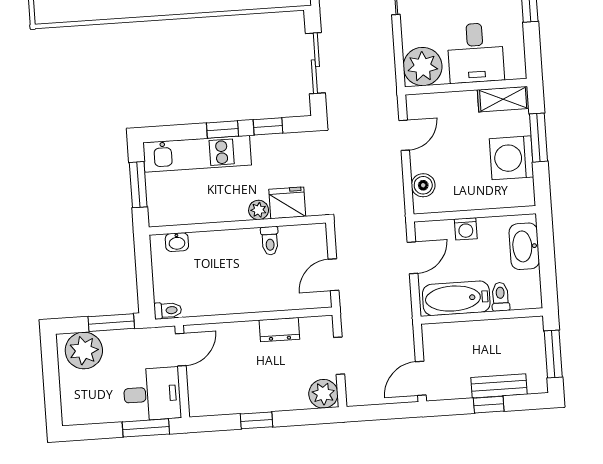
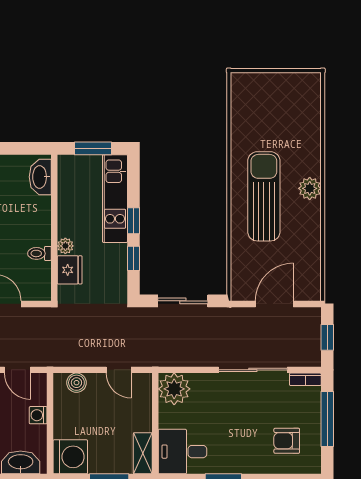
desk: (476, 53) -> (182, 452), moved
washing machine: (511, 158) -> (70, 457), moved, turned 90
washbasin: (177, 242) -> (40, 177), width x1.91, depth x1.45

